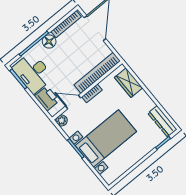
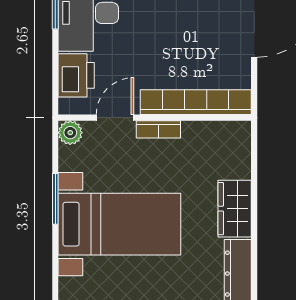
wardrobe: (129, 83) -> (235, 209), moved
door: (73, 102) -> (115, 118), hinge flipped

